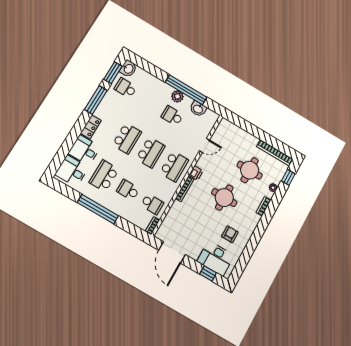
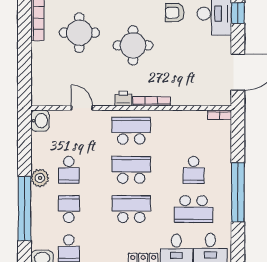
window: (186, 90) -> (25, 209), moved
washbasin: (198, 109) -> (40, 121), moved
school desk: (152, 204) -> (69, 209), moved

